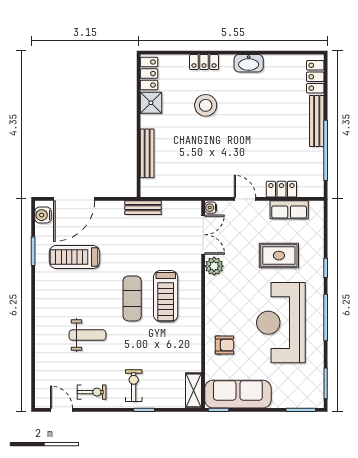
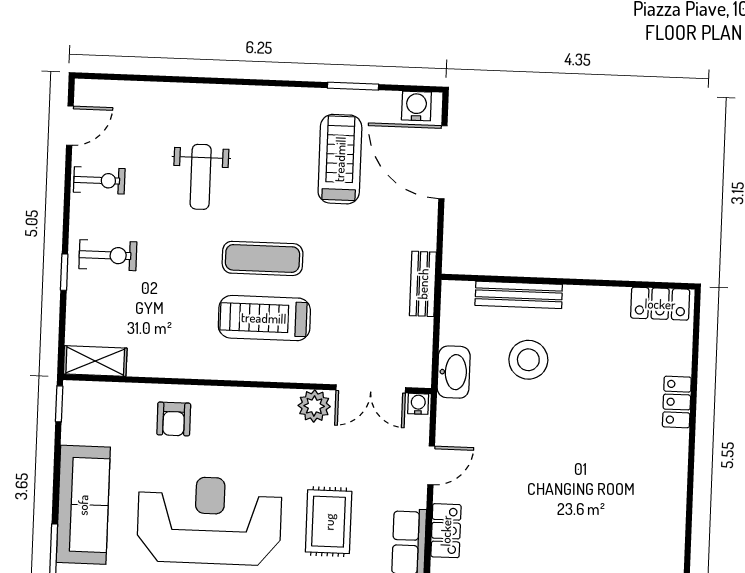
washbasin: (249, 63) -> (454, 372), moved, turned 180
shower: (151, 103) -> (608, 305), removed
stool: (206, 105) -> (528, 360), moved
exercise bike: (92, 392) -> (99, 180), turned -90
sofa: (238, 394) -> (83, 505), moved

